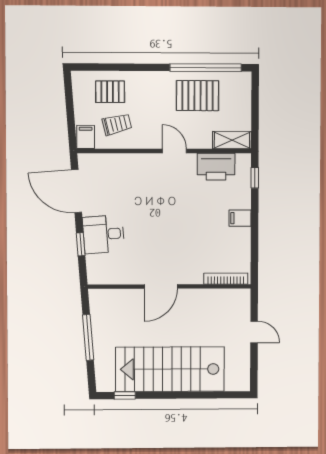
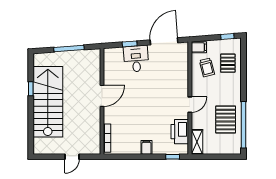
window: (69, 92) -> (227, 37), added
door: (161, 287) -> (102, 96), swing flipped
window: (125, 395) -> (31, 89), moved

